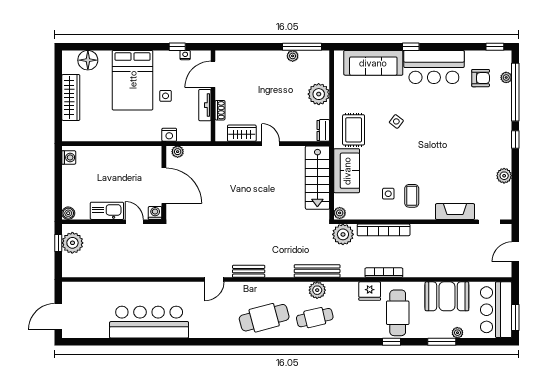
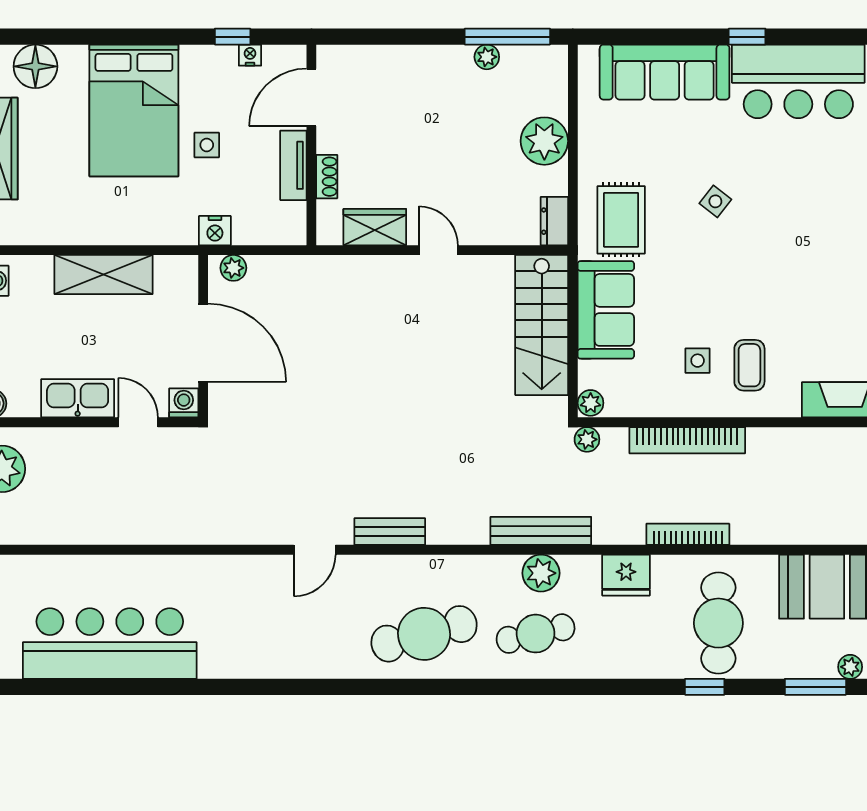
shelving: (119, 155) -> (103, 275), added
plant: (343, 234) -> (587, 439), width x0.53, depth x0.53
fridge: (370, 291) -> (626, 575), moved
bar counter: (149, 322) -> (110, 643), moved

